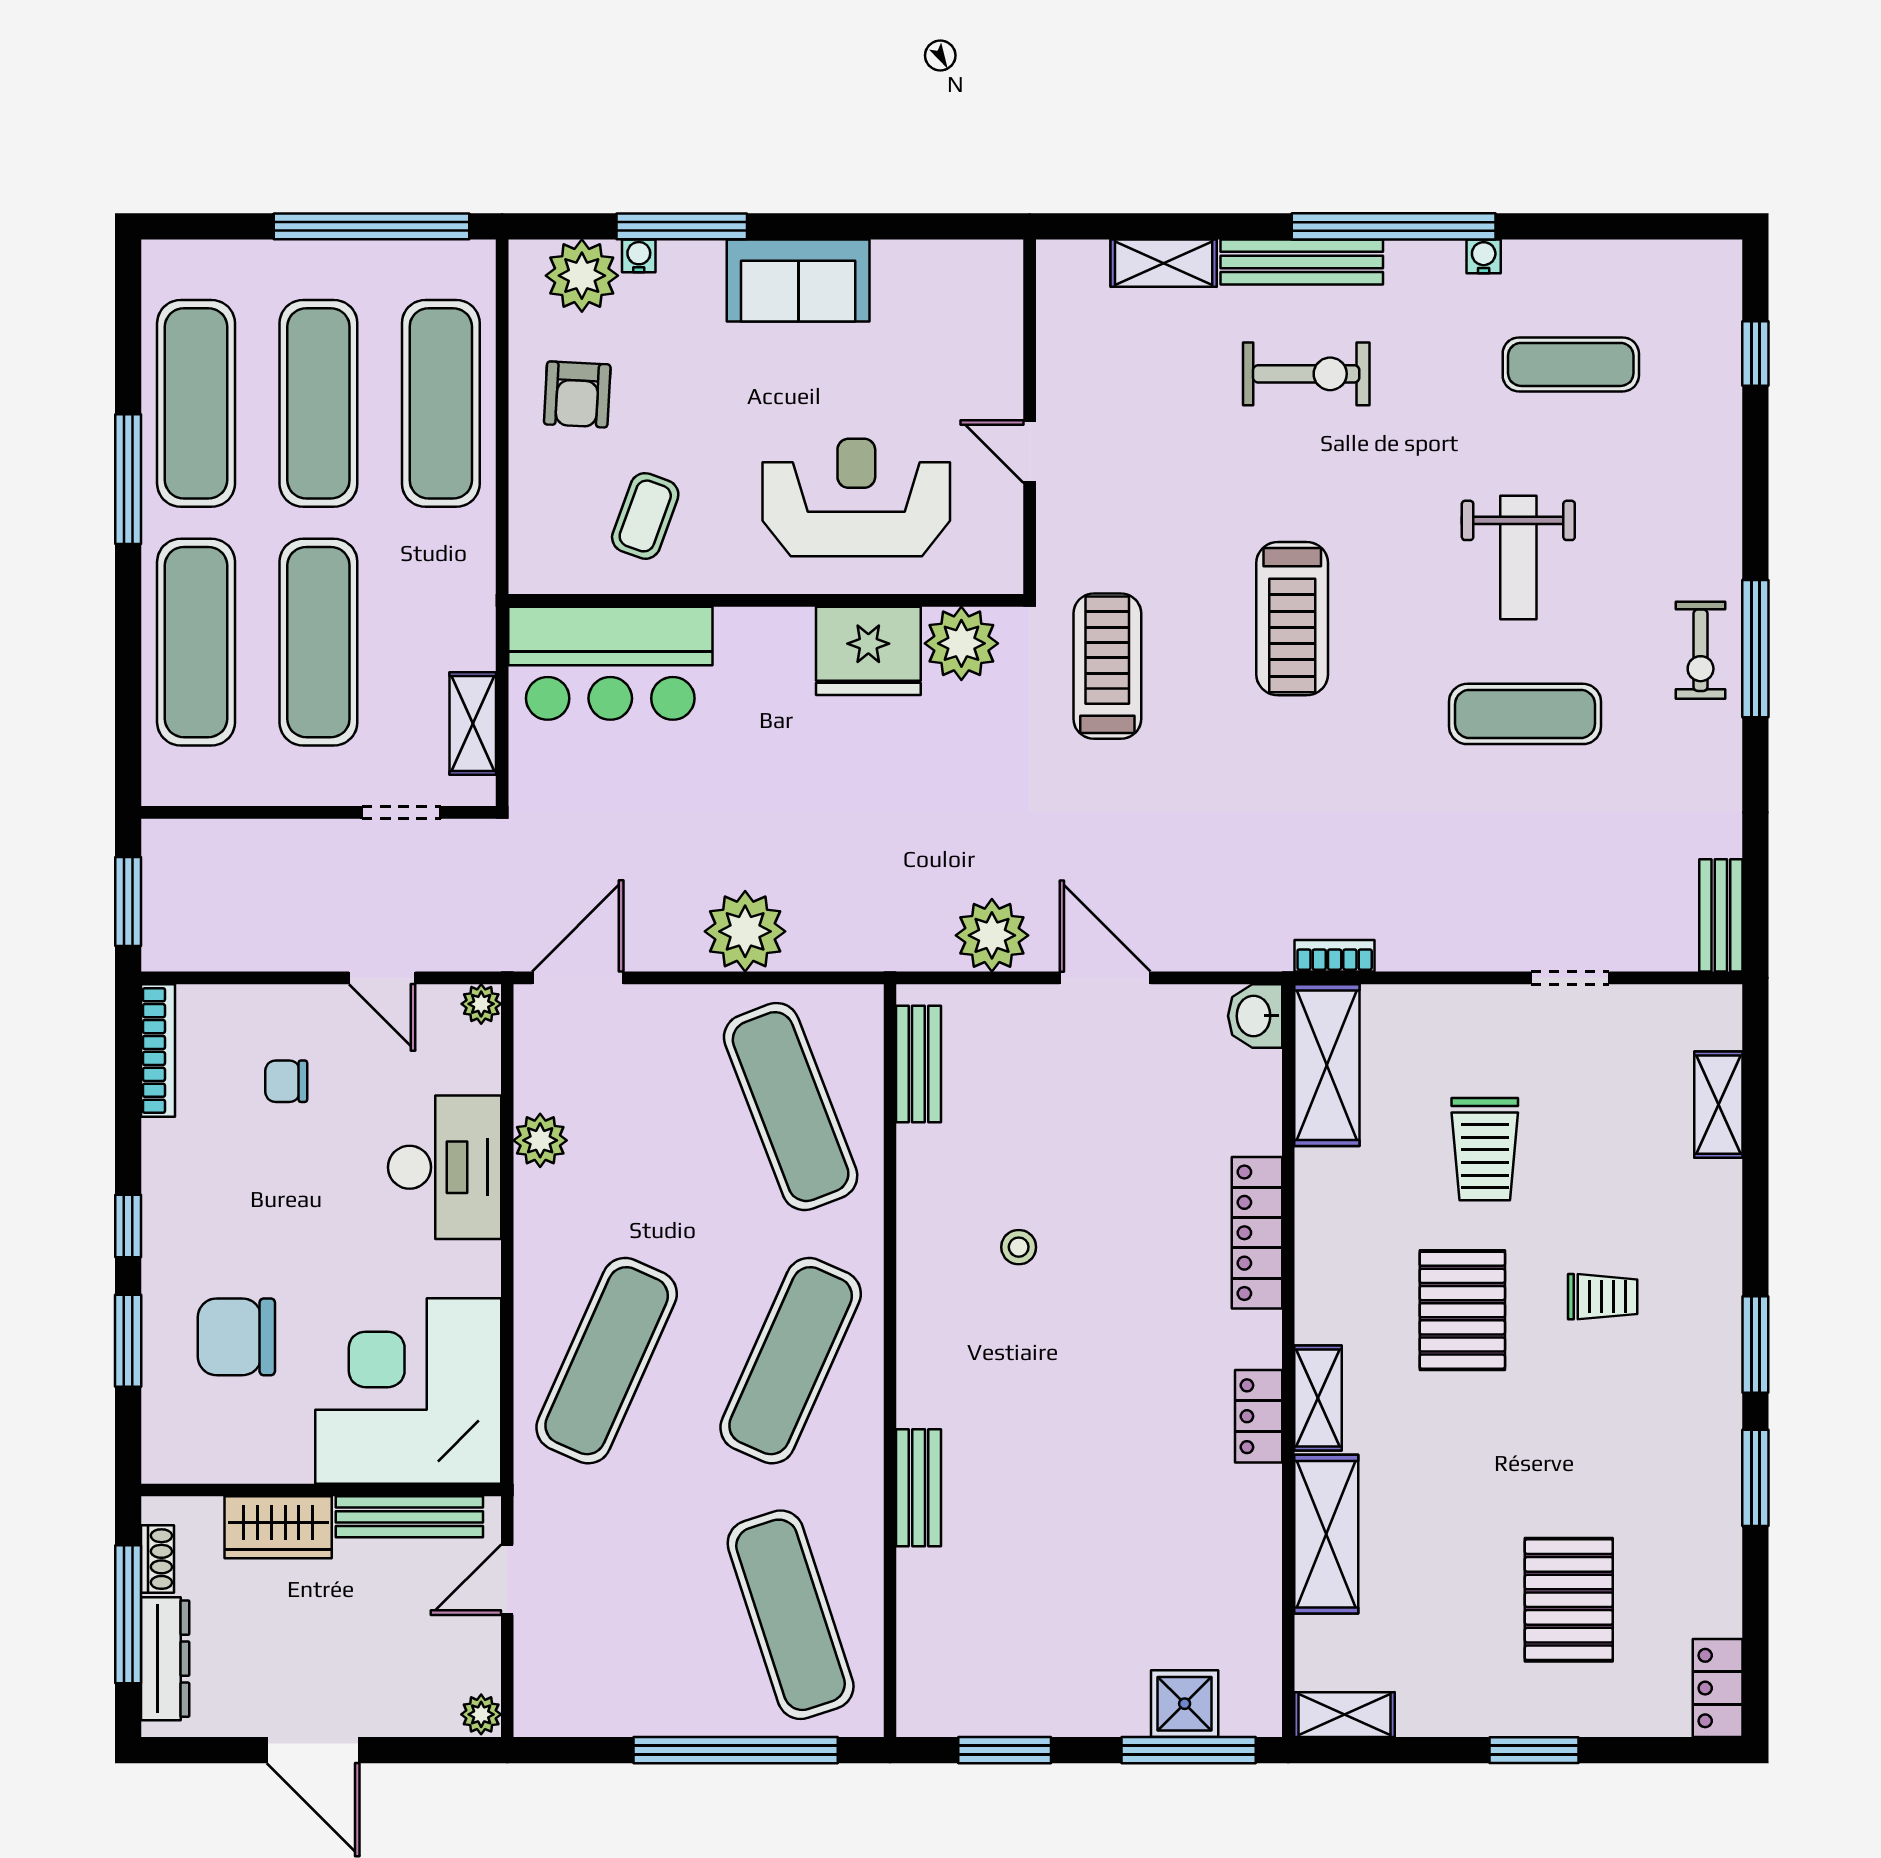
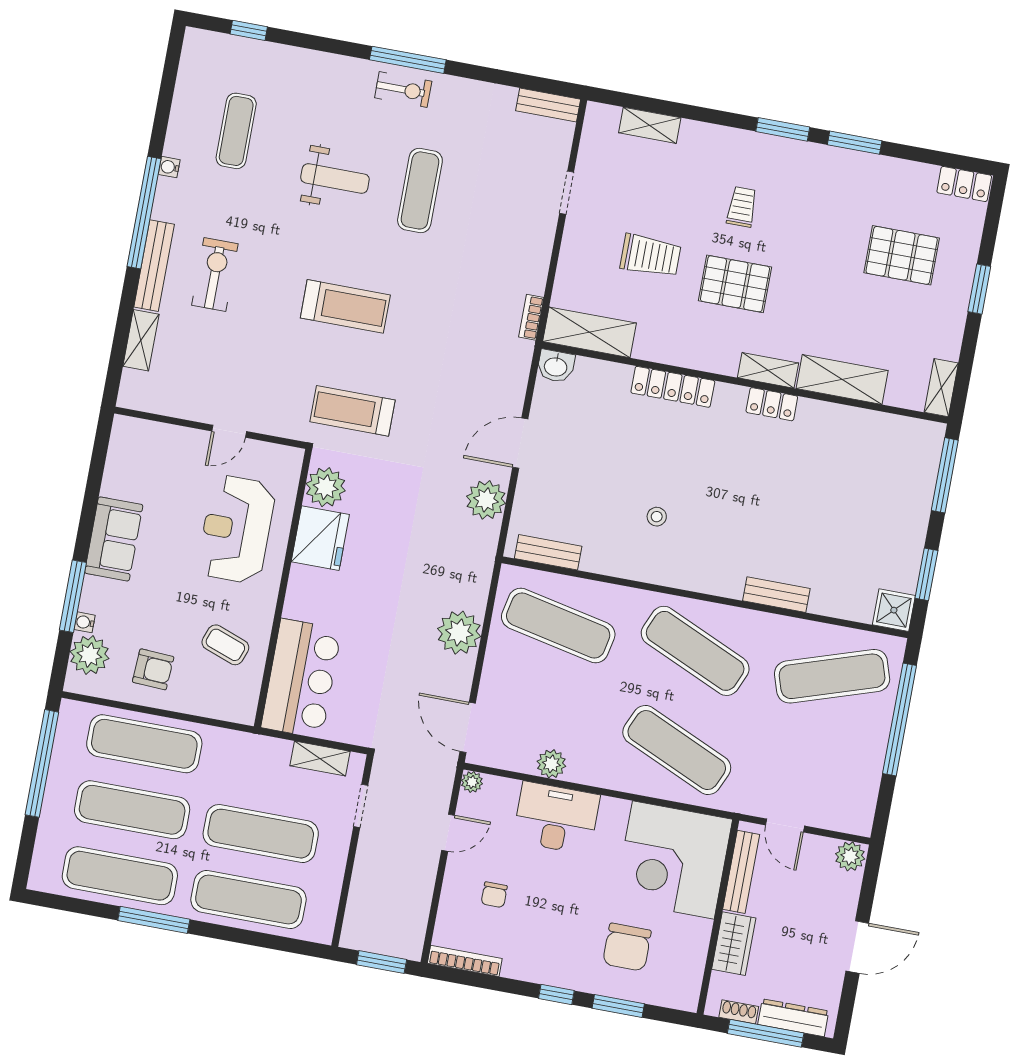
exercise mat: (791, 1107) -> (558, 625), turned 33
shower: (1185, 1704) -> (894, 610), moved
plant: (481, 1714) -> (850, 856), width x1.38, depth x1.38

